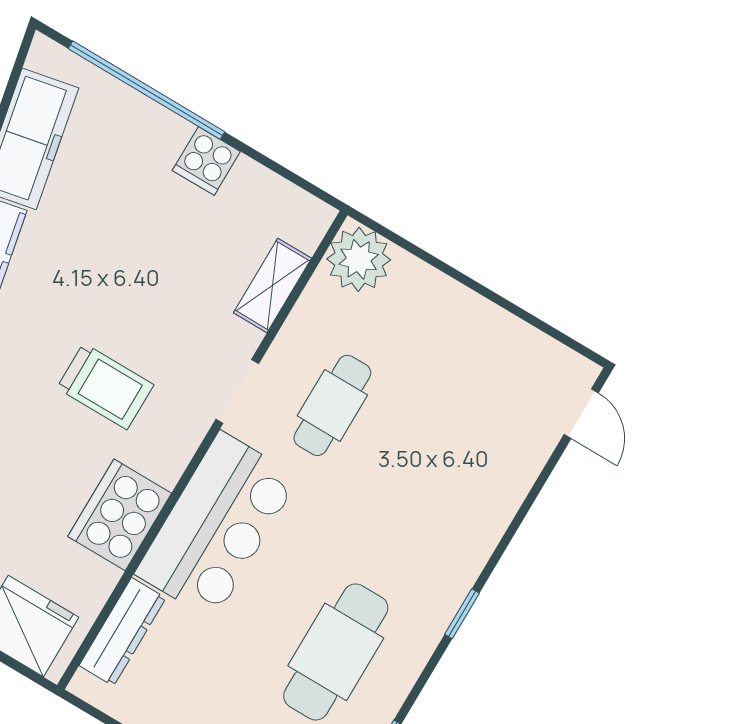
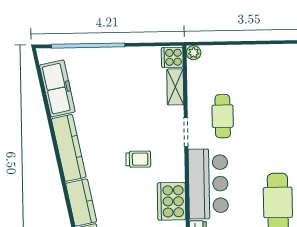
cooker: (206, 161) -> (172, 57), moved, turned 90
plant: (359, 259) -> (194, 53), width x0.53, depth x0.53
trolley: (105, 386) -> (138, 159), width x0.73, depth x0.72

